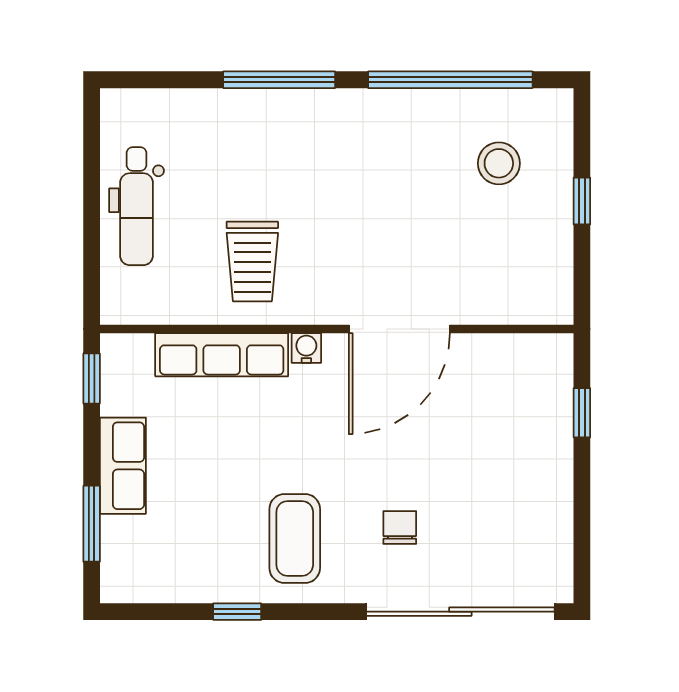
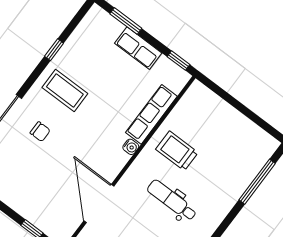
window: (279, 80) -> (257, 182), moved
dental chair: (137, 206) -> (172, 200), moved
door: (399, 329) -> (99, 203), moved

